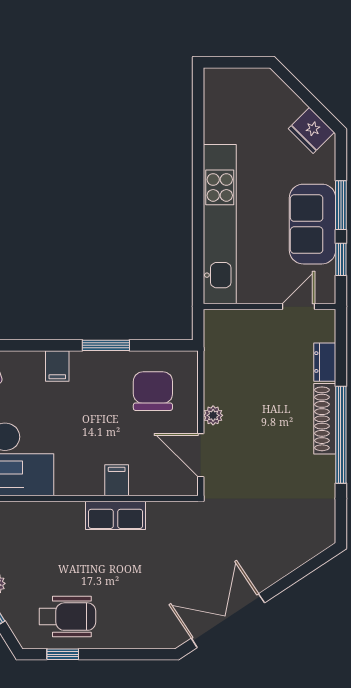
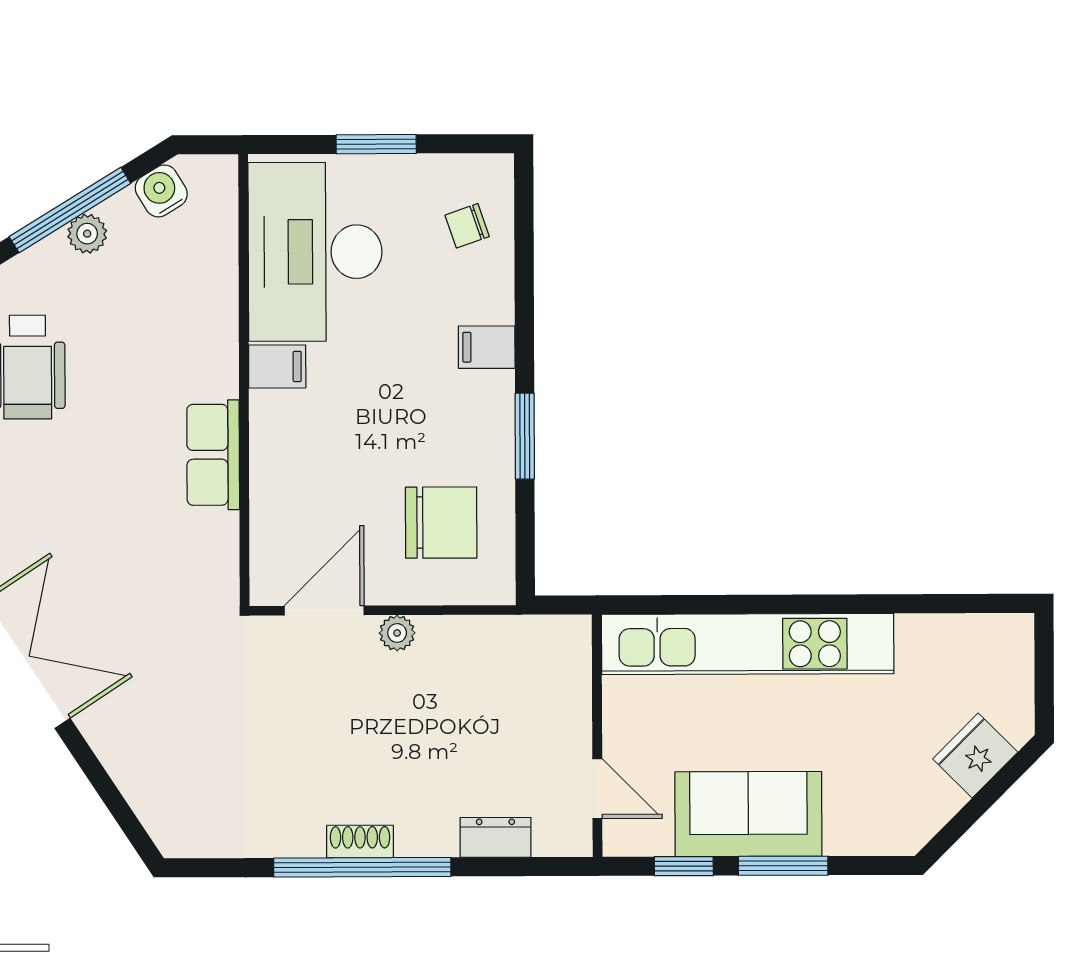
fridge: (311, 130) -> (975, 756), moved
shoe rack: (325, 419) -> (360, 842), width x0.51, depth x0.81
filing cabinet: (117, 480) -> (277, 367), moved

